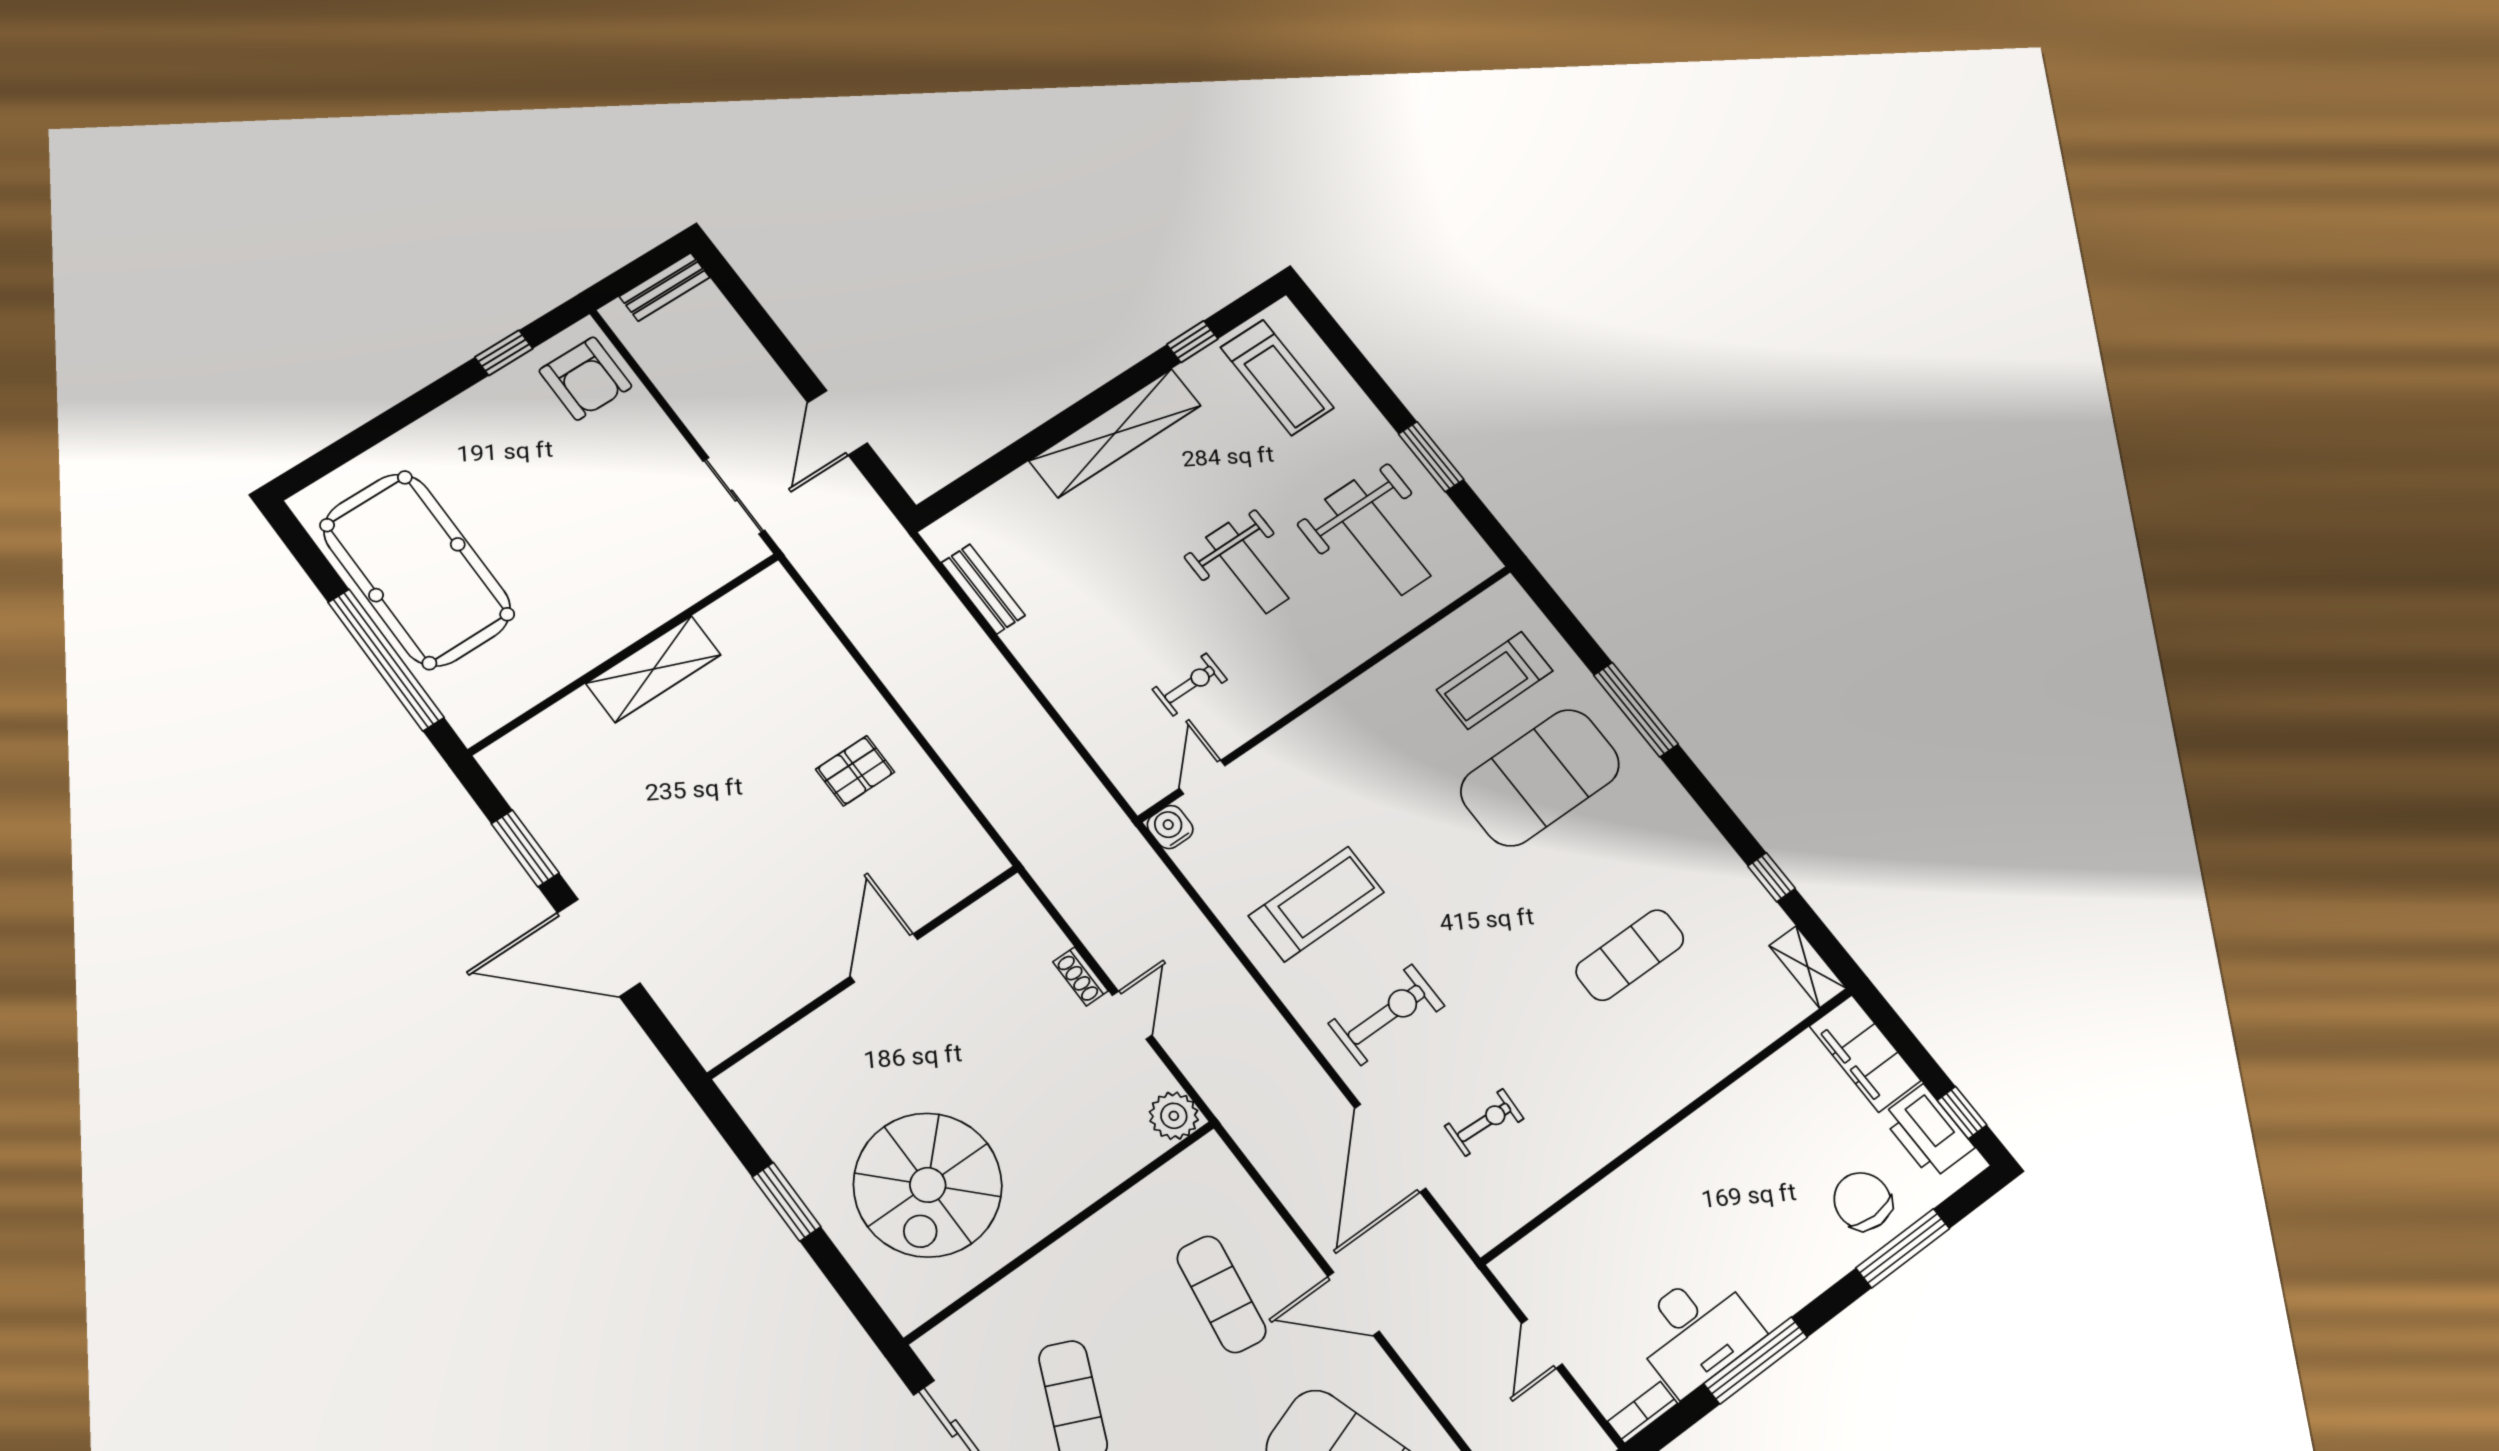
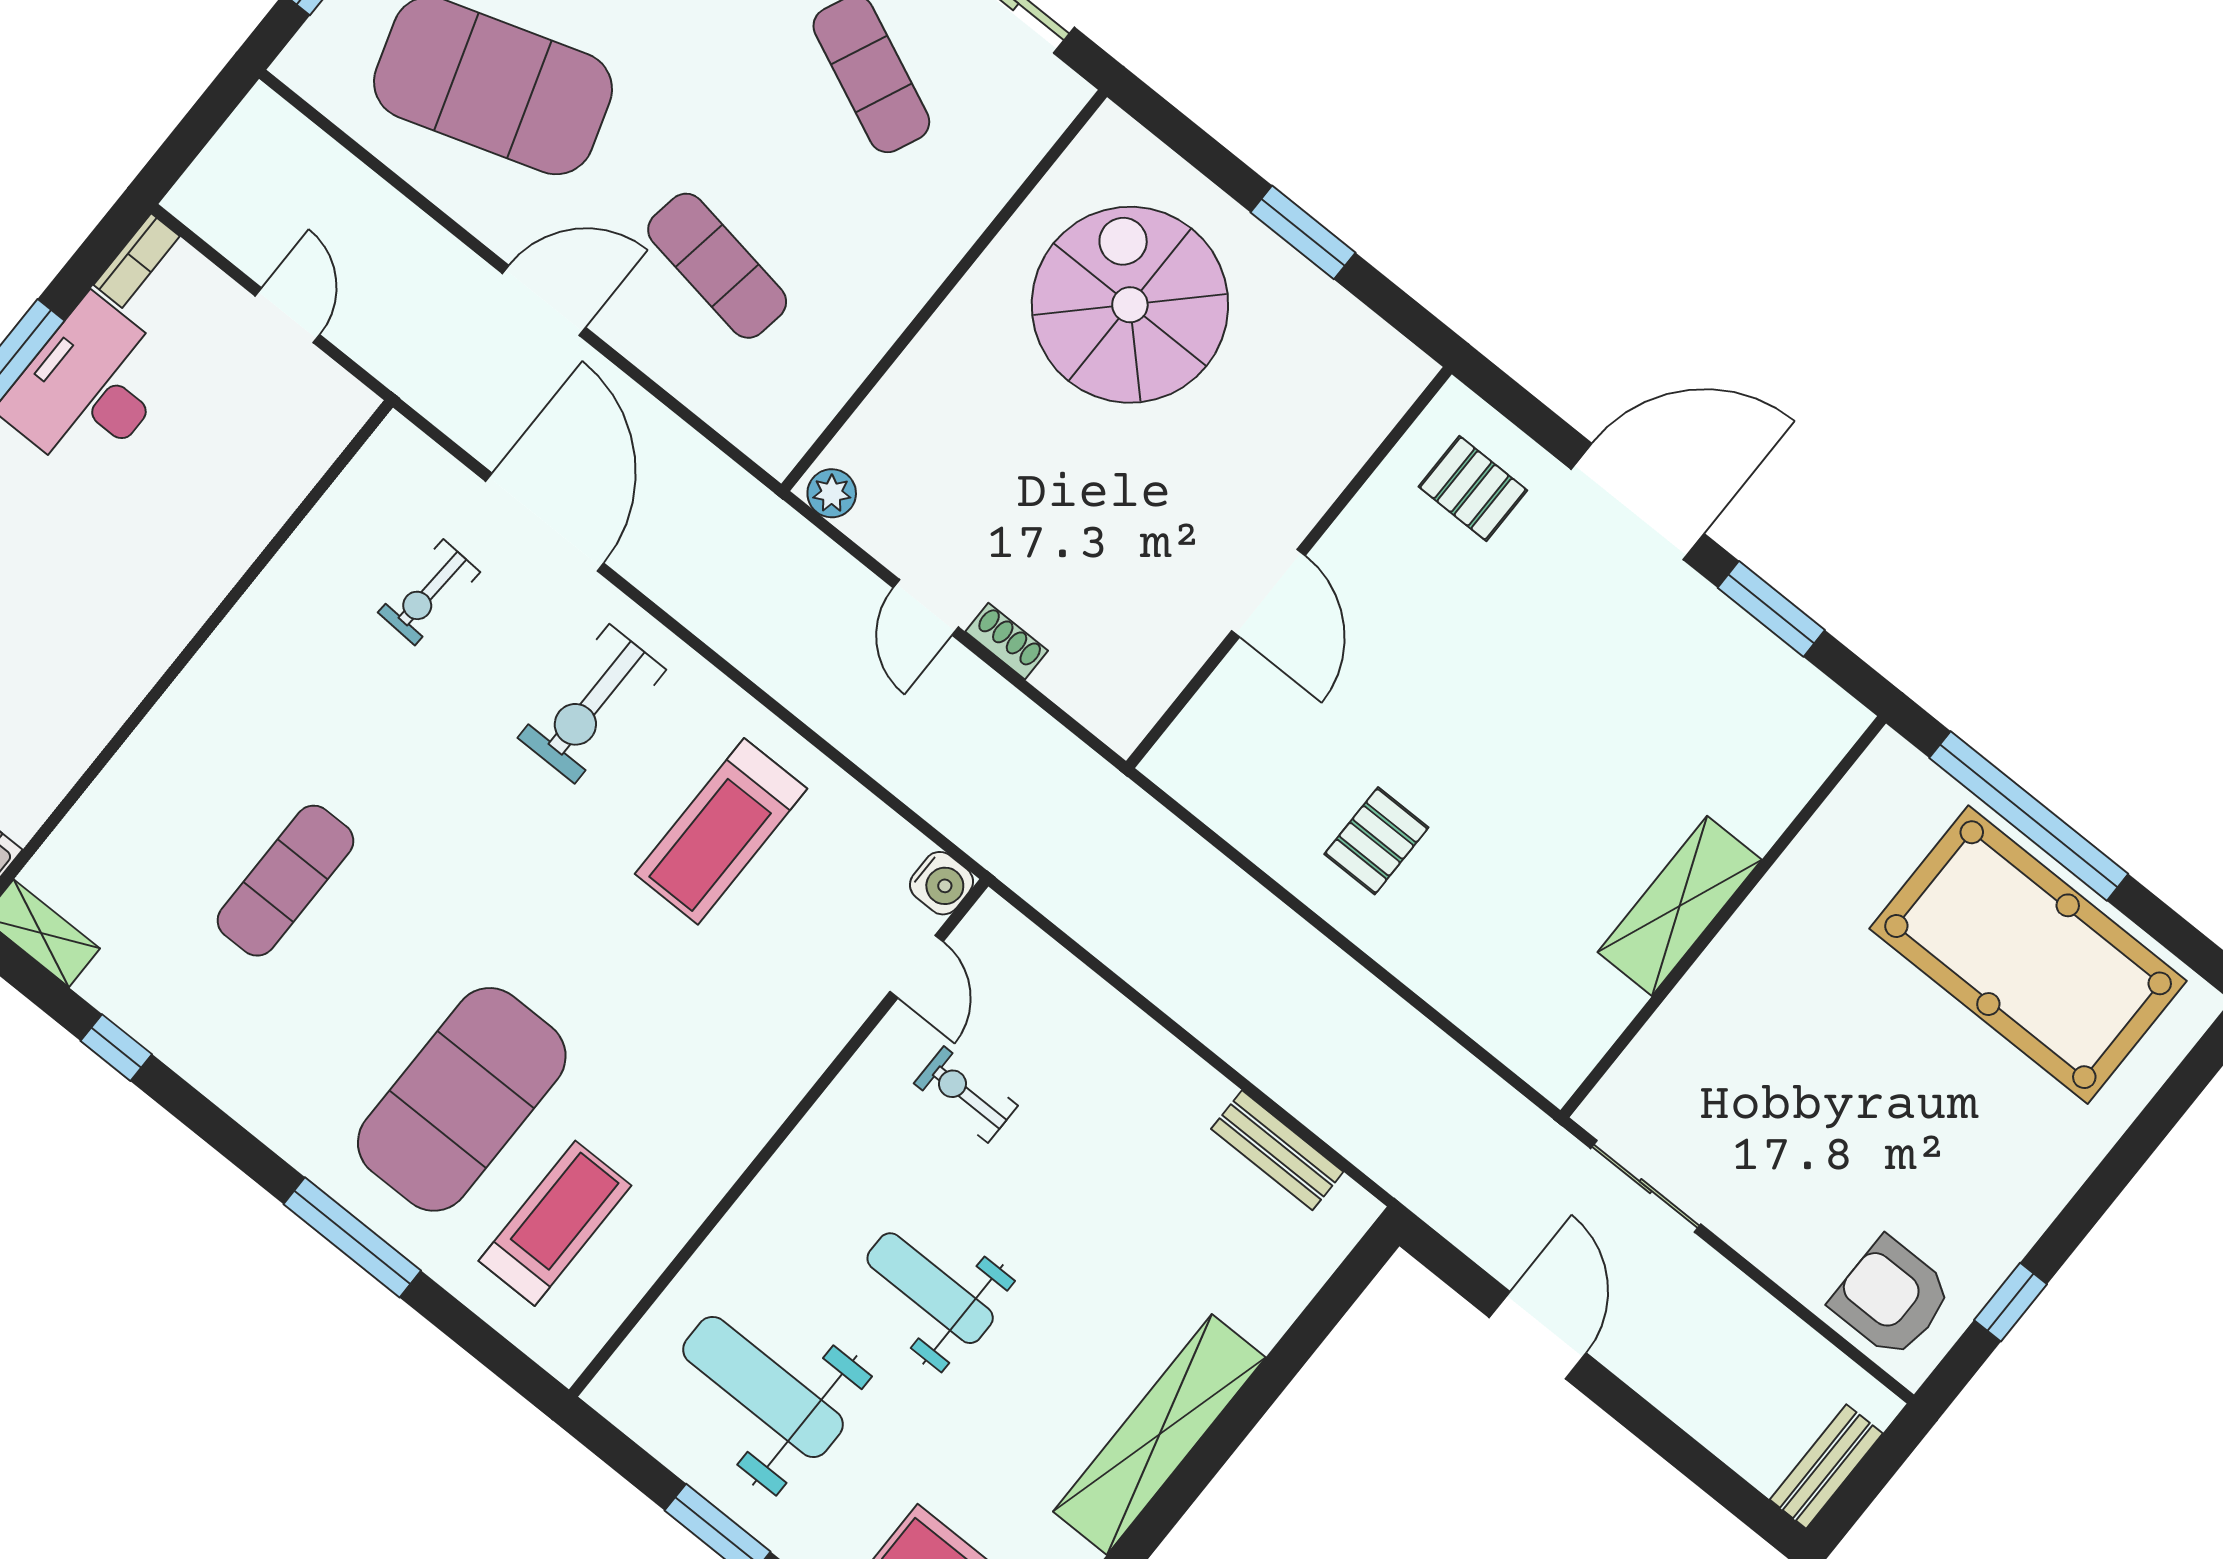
exercise bike: (1190, 684) -> (966, 1095), turned 90
pallet: (715, 989) -> (1473, 488), added
plant: (1174, 1116) -> (832, 493), width x0.73, depth x0.73

